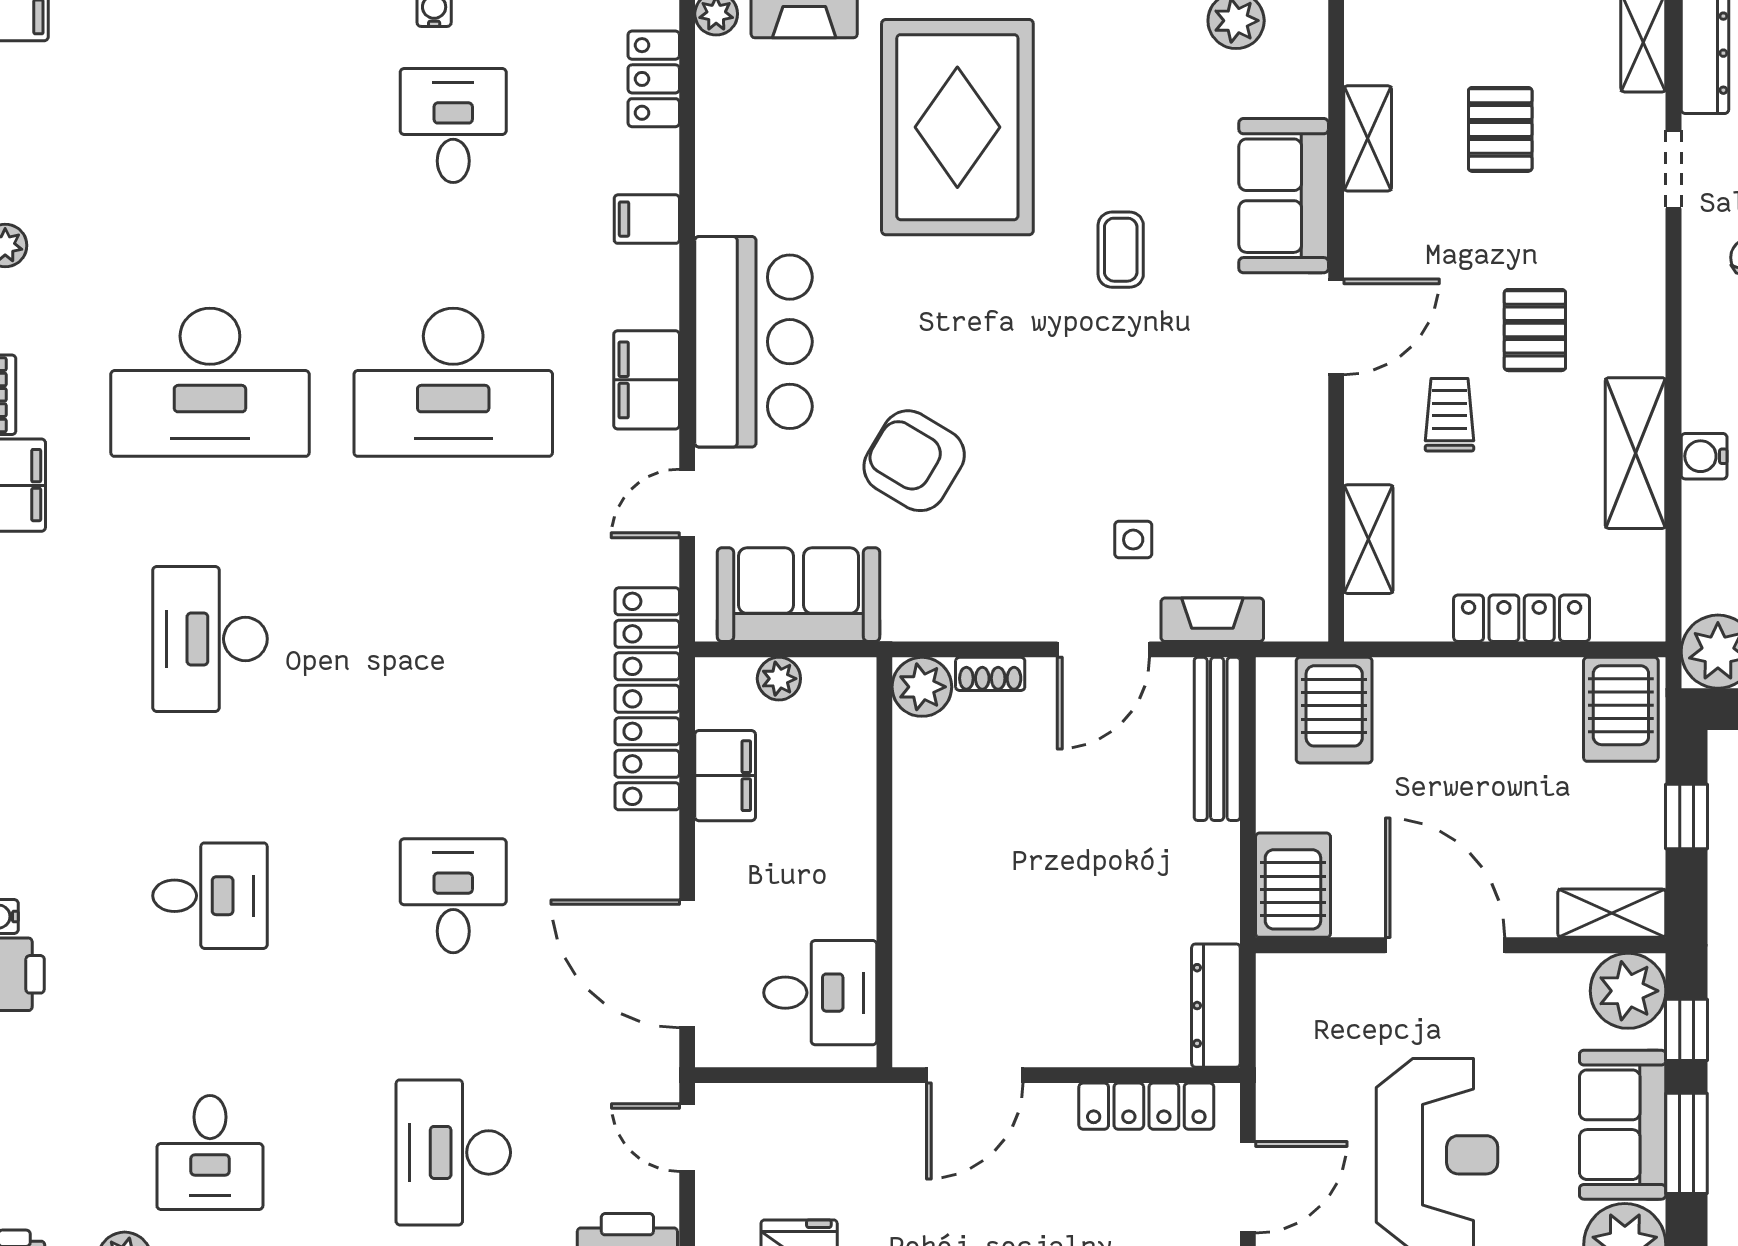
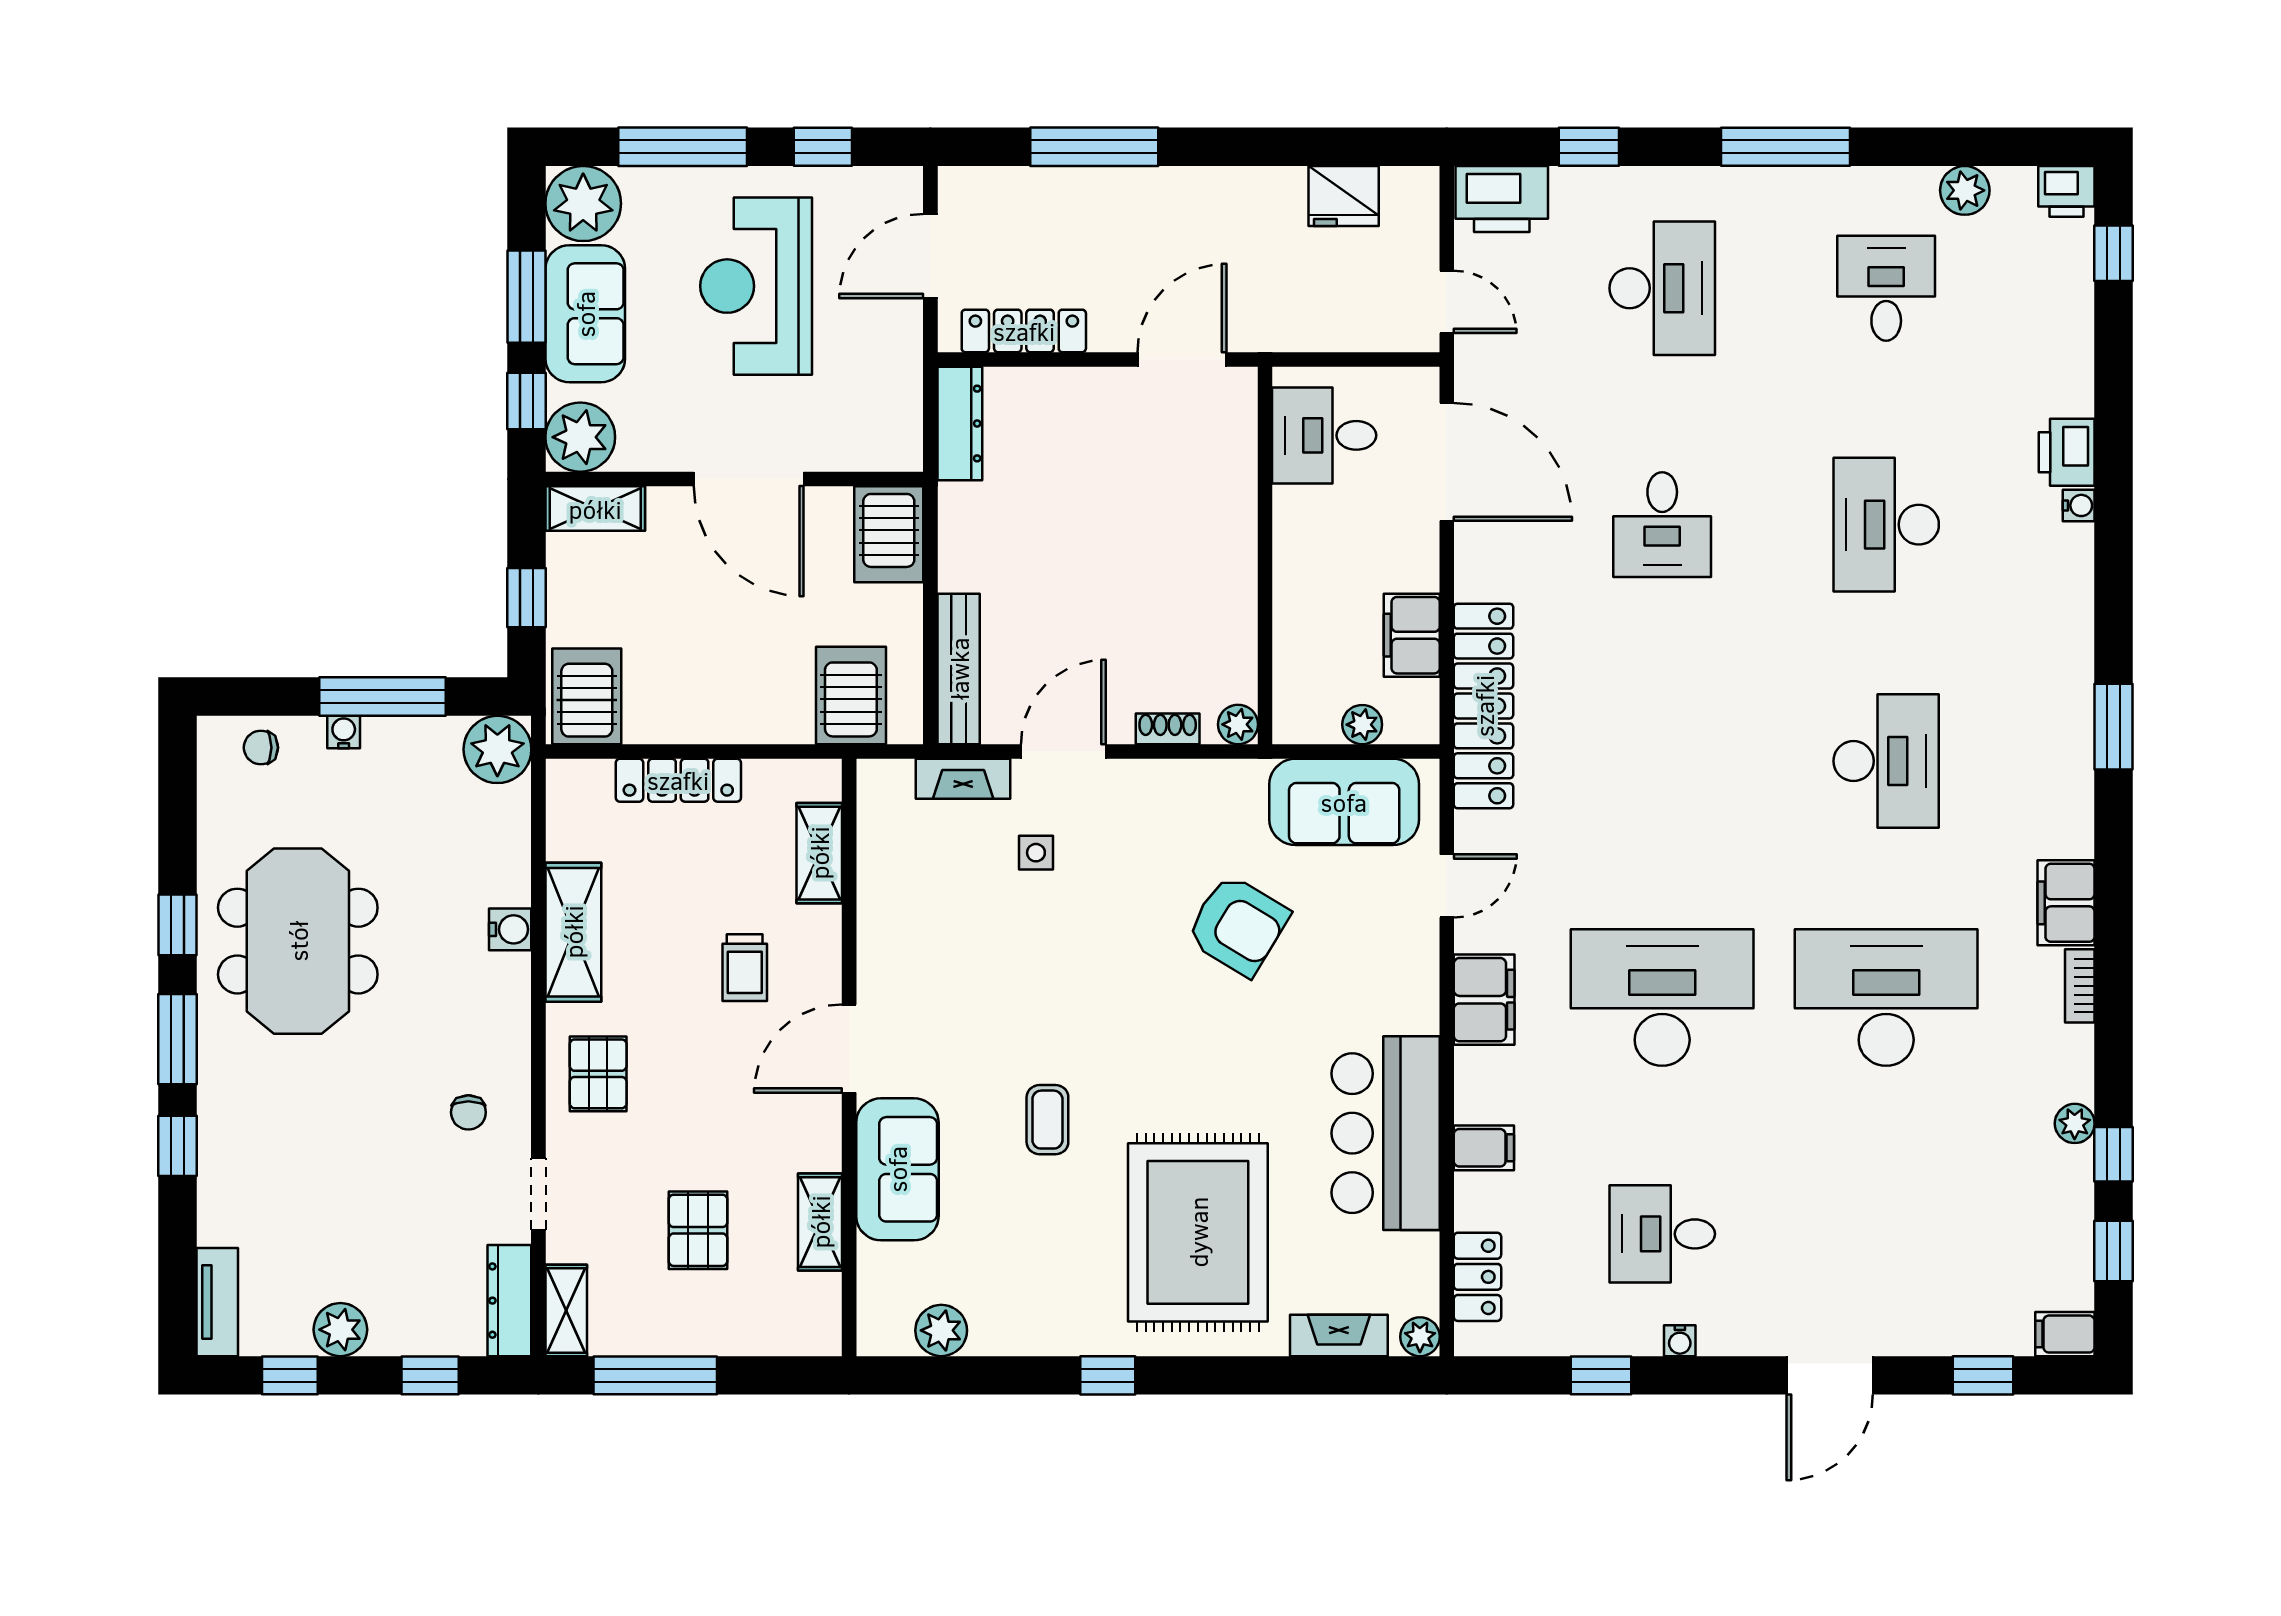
desk: (453, 126) -> (1662, 1234), turned 90
pallet: (1535, 330) -> (598, 1074), moved
bar counter: (754, 342) -> (1386, 1133), moved
plant: (922, 687) -> (1238, 724), width x0.73, depth x0.73
desk: (210, 896) -> (1886, 525), width x1.37

